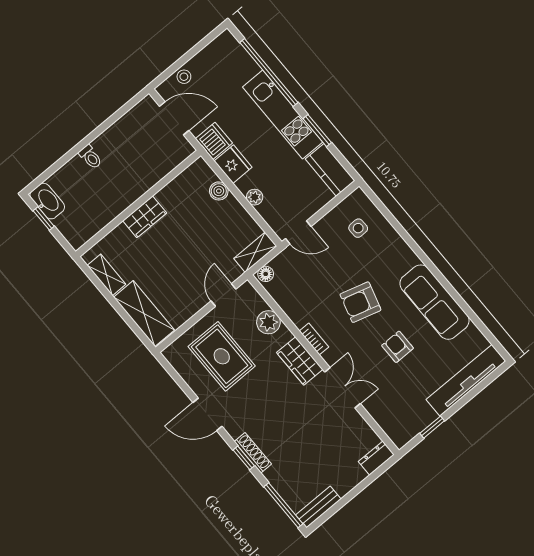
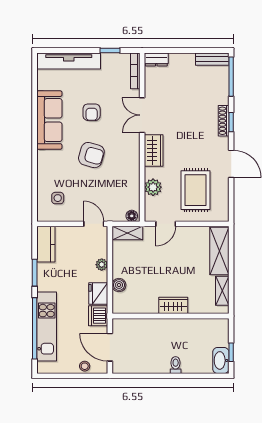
kitchen unit: (283, 115) -> (47, 327), moved
bookcase: (314, 339) -> (135, 71), moved, width x1.56

